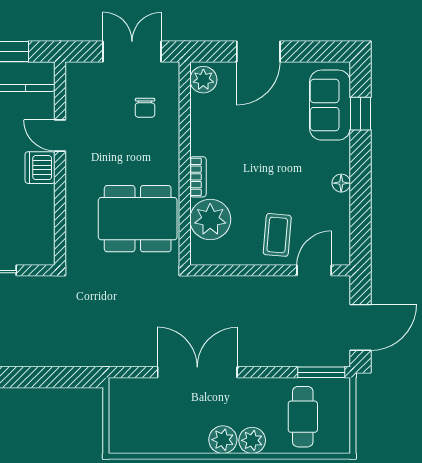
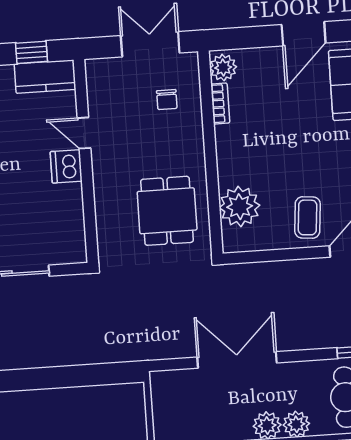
door: (258, 51) -> (304, 34), moved
bookcase: (198, 177) -> (220, 104), moved
dining table: (138, 219) -> (167, 211), width x0.73

